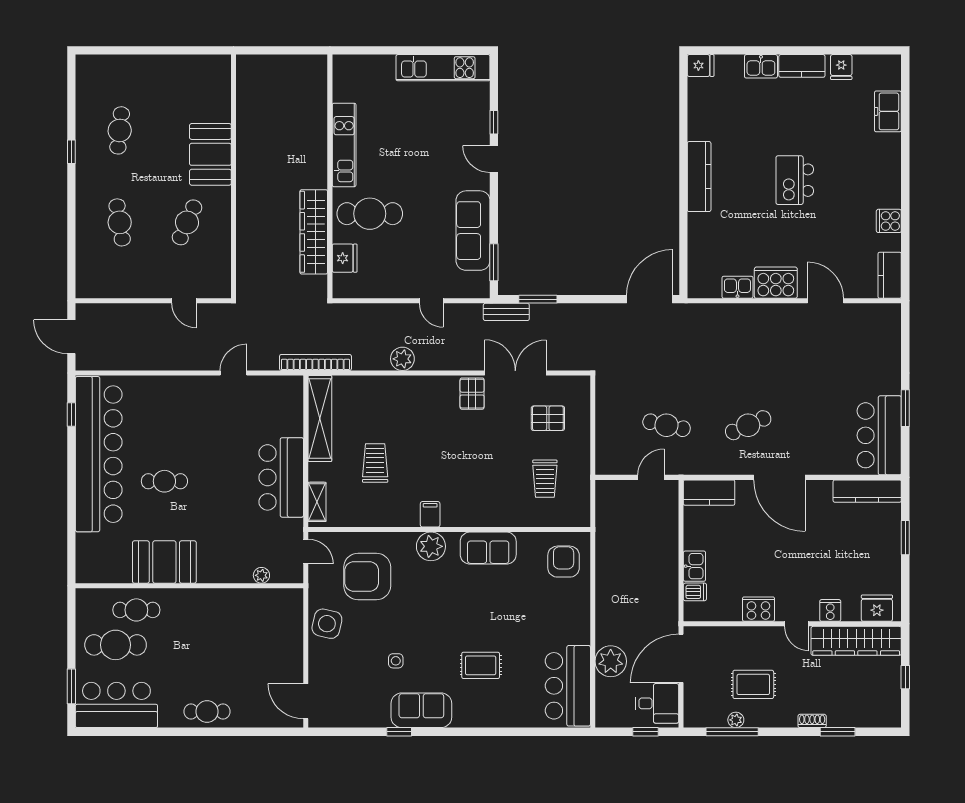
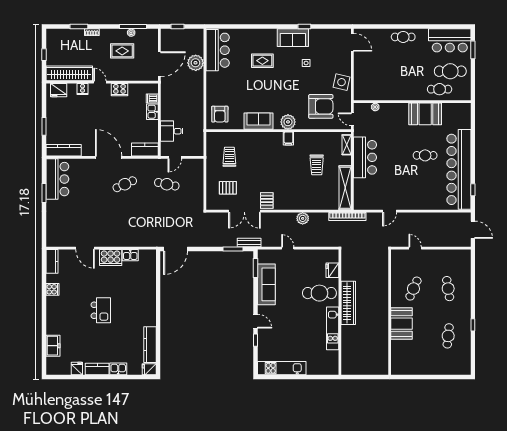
kitchen counter: (699, 177) -> (150, 345), moved
wardrobe: (314, 232) -> (348, 303), moved
desk: (657, 703) -> (172, 131), moved

